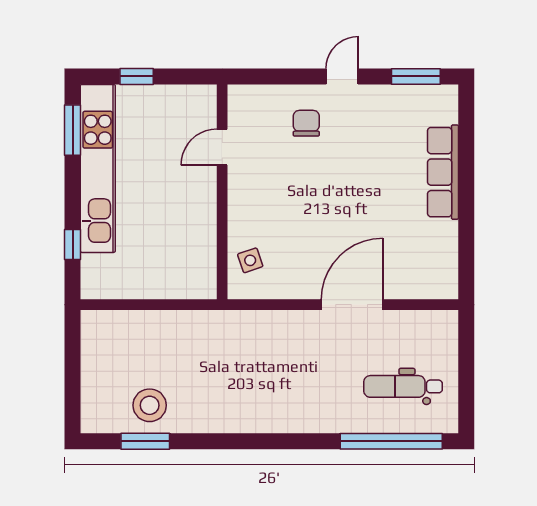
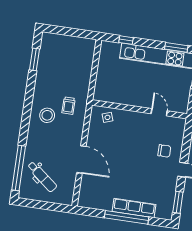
window: (466, 185) -> (127, 217), added
trolley: (237, 351) -> (69, 106), added
dental chair: (403, 386) -> (42, 177), turned 129
stool: (150, 405) -> (47, 115), moved

